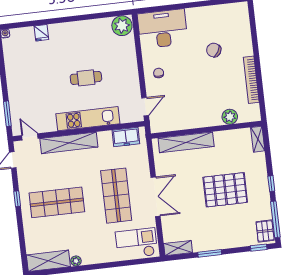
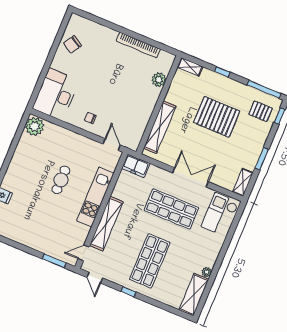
chair: (214, 50) -> (72, 44), moved
freezer: (126, 137) -> (136, 166), moved, turned 90
window: (271, 184) -> (222, 72), moved
pallet: (225, 190) -> (217, 117), turned 90
pallet: (265, 231) -> (261, 111), moved

